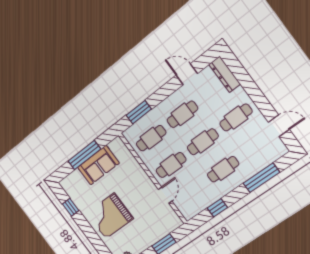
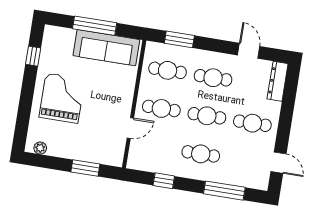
sofa: (98, 165) -> (106, 48), width x1.36
grand piano: (110, 216) -> (62, 98), turned 90

